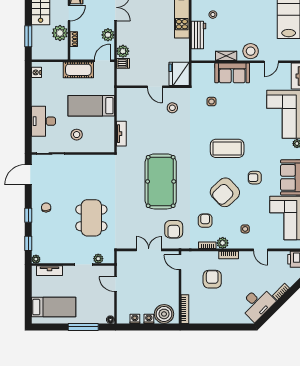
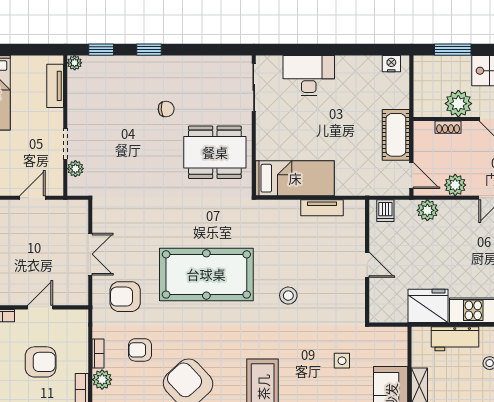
dishwasher: (123, 63) -> (385, 211), moved
fridge: (179, 74) -> (428, 306), moved
door: (155, 87) -> (367, 265), swing flipped
bed: (91, 106) -> (295, 178), moved, turned 90
stool: (172, 108) -> (288, 296), moved
tv unit: (121, 134) -> (322, 208), moved
stool: (77, 135) -> (286, 132), removed
door: (28, 175) -> (218, 50), removed
chair: (46, 207) -> (166, 109), moved
dining table: (91, 218) -> (215, 152), moved
armchair: (205, 221) -> (140, 350), turned 180
door: (180, 262) -> (40, 307), moved

